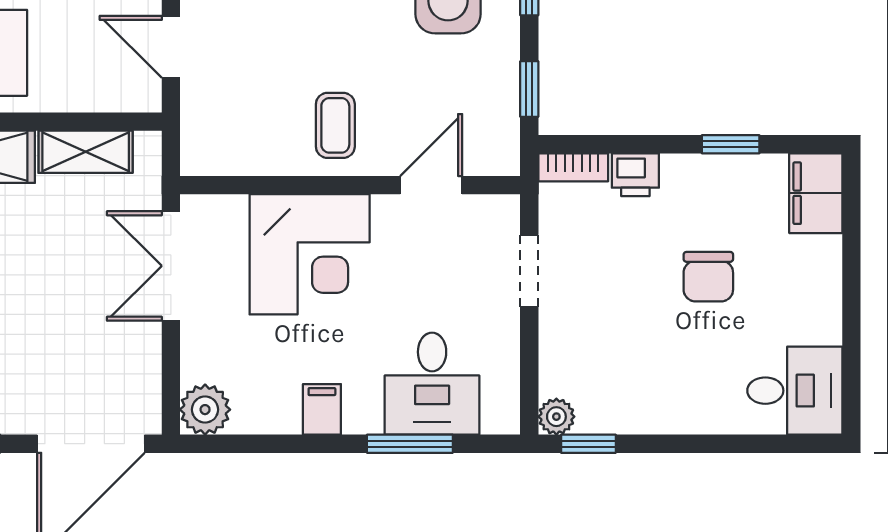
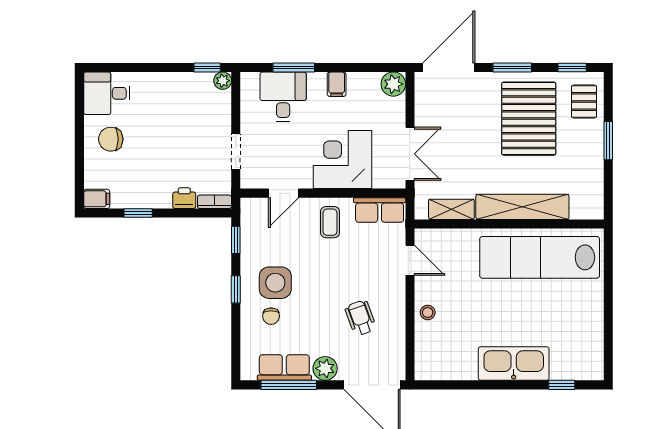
row of seats: (233, 150) -> (380, 210), added
filing cabinet: (816, 193) -> (97, 199), width x0.50
chair: (708, 277) -> (111, 139), moved, turned -90

